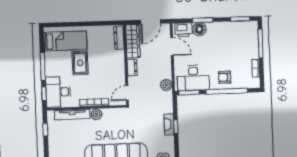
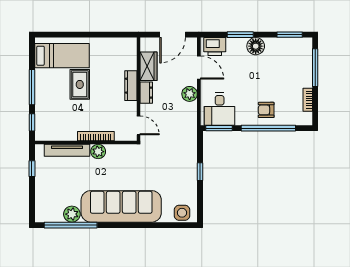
floor lamp: (199, 29) -> (256, 46), moved
dresser: (119, 38) -> (131, 86), moved
wardrobe: (133, 41) -> (148, 66), width x0.67
desk: (193, 78) -> (220, 109), width x0.73
plant: (166, 85) -> (190, 94), moved
desk: (58, 92) -> (50, 121), removed
door: (127, 93) -> (138, 125), swing flipped
fireplace: (169, 124) -> (191, 168), removed

